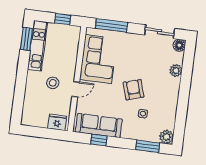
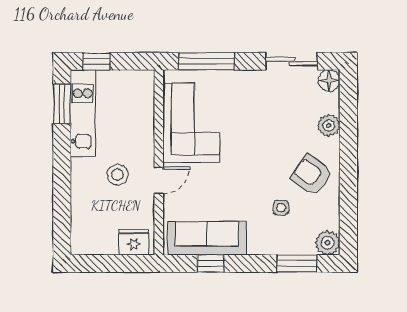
window: (63, 19) -> (97, 61), moved
armchair: (134, 90) -> (311, 175), moved, turned -38

